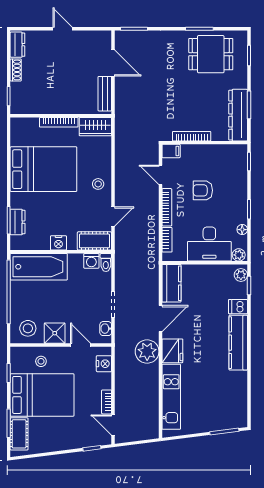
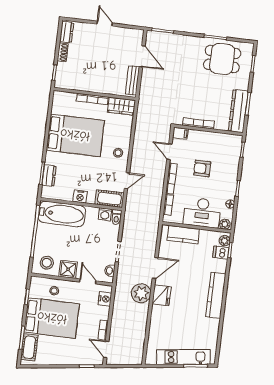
kitchen counter: (171, 283) -> (183, 235), moved, turned 90
dishwasher: (238, 307) -> (221, 253), moved
kitchen unit: (171, 397) -> (183, 357), moved, turned -97

